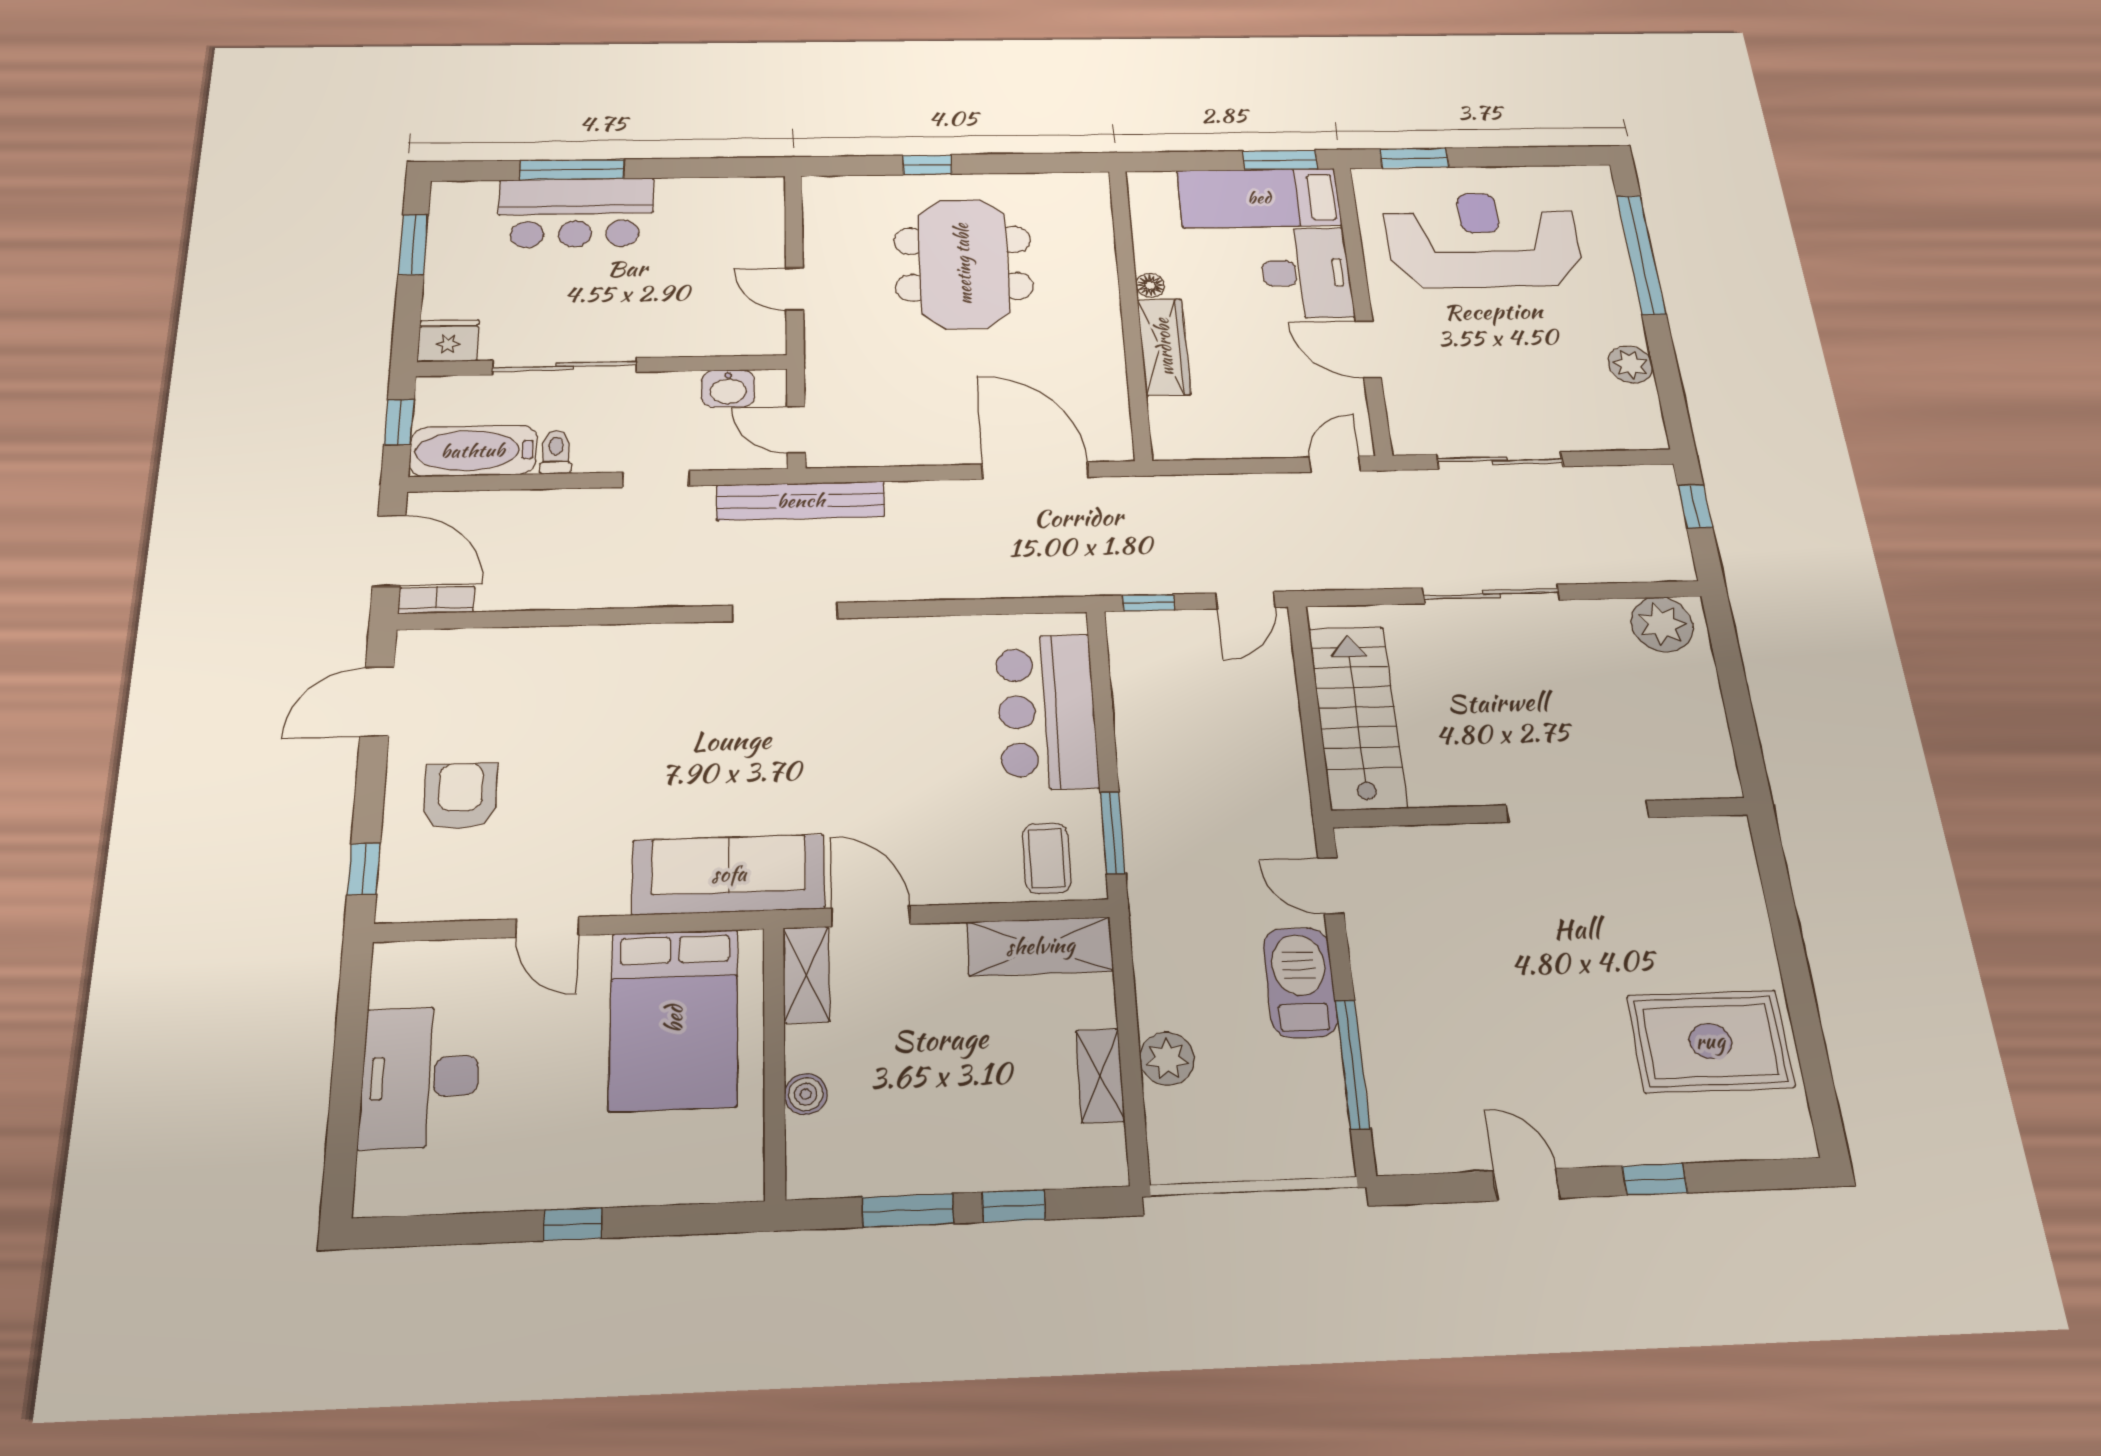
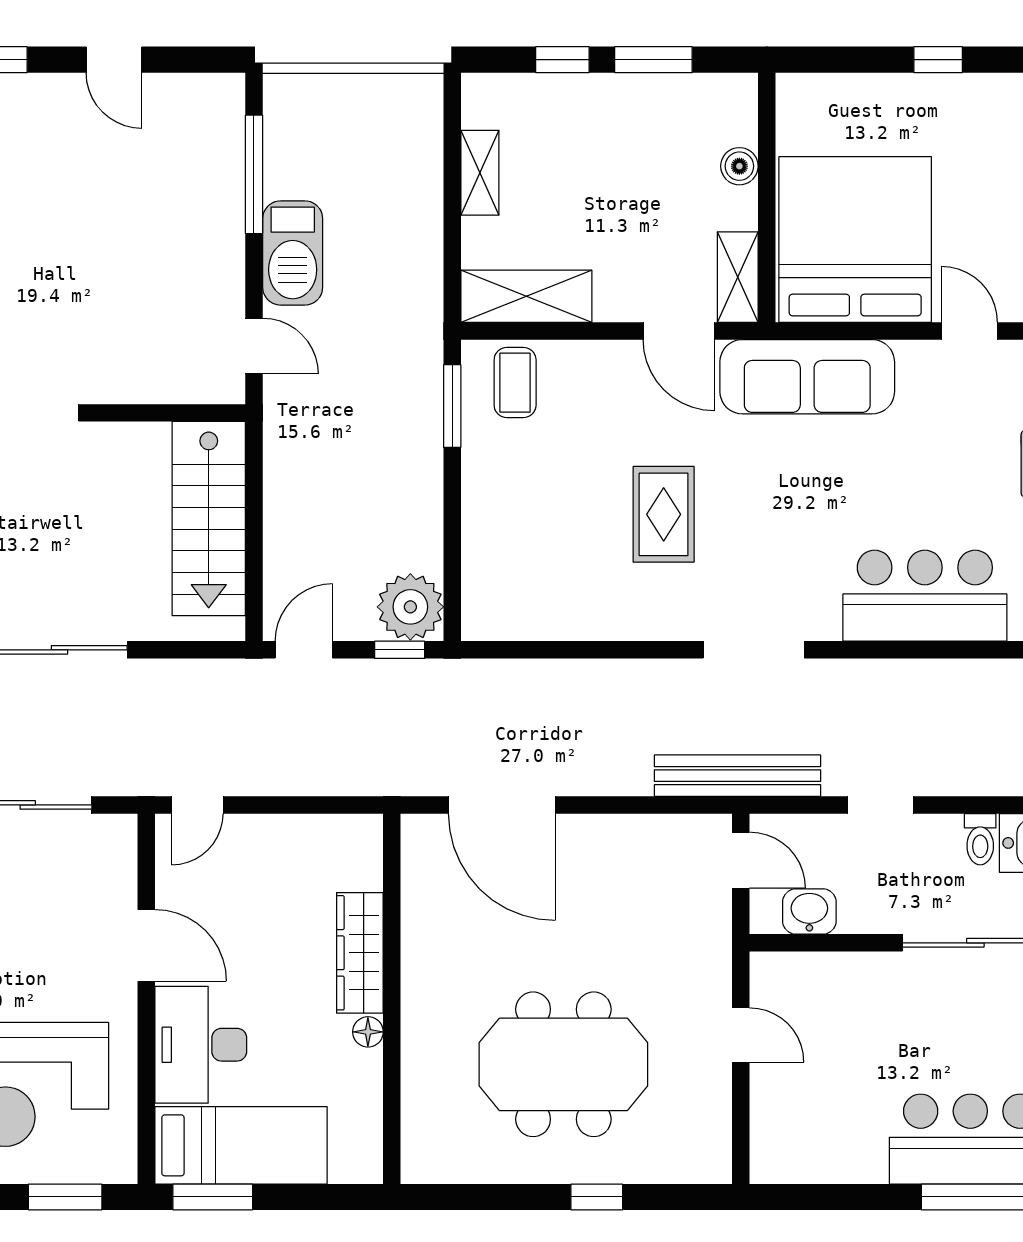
meeting table: (963, 264) -> (563, 1064), turned 90
bar counter: (1047, 711) -> (925, 596), moved, turned -90
rug: (882, 735) -> (664, 514), added
bed: (674, 1019) -> (855, 240), width x1.36
plant: (1167, 1059) -> (410, 607), moved, width x1.36, depth x1.36

